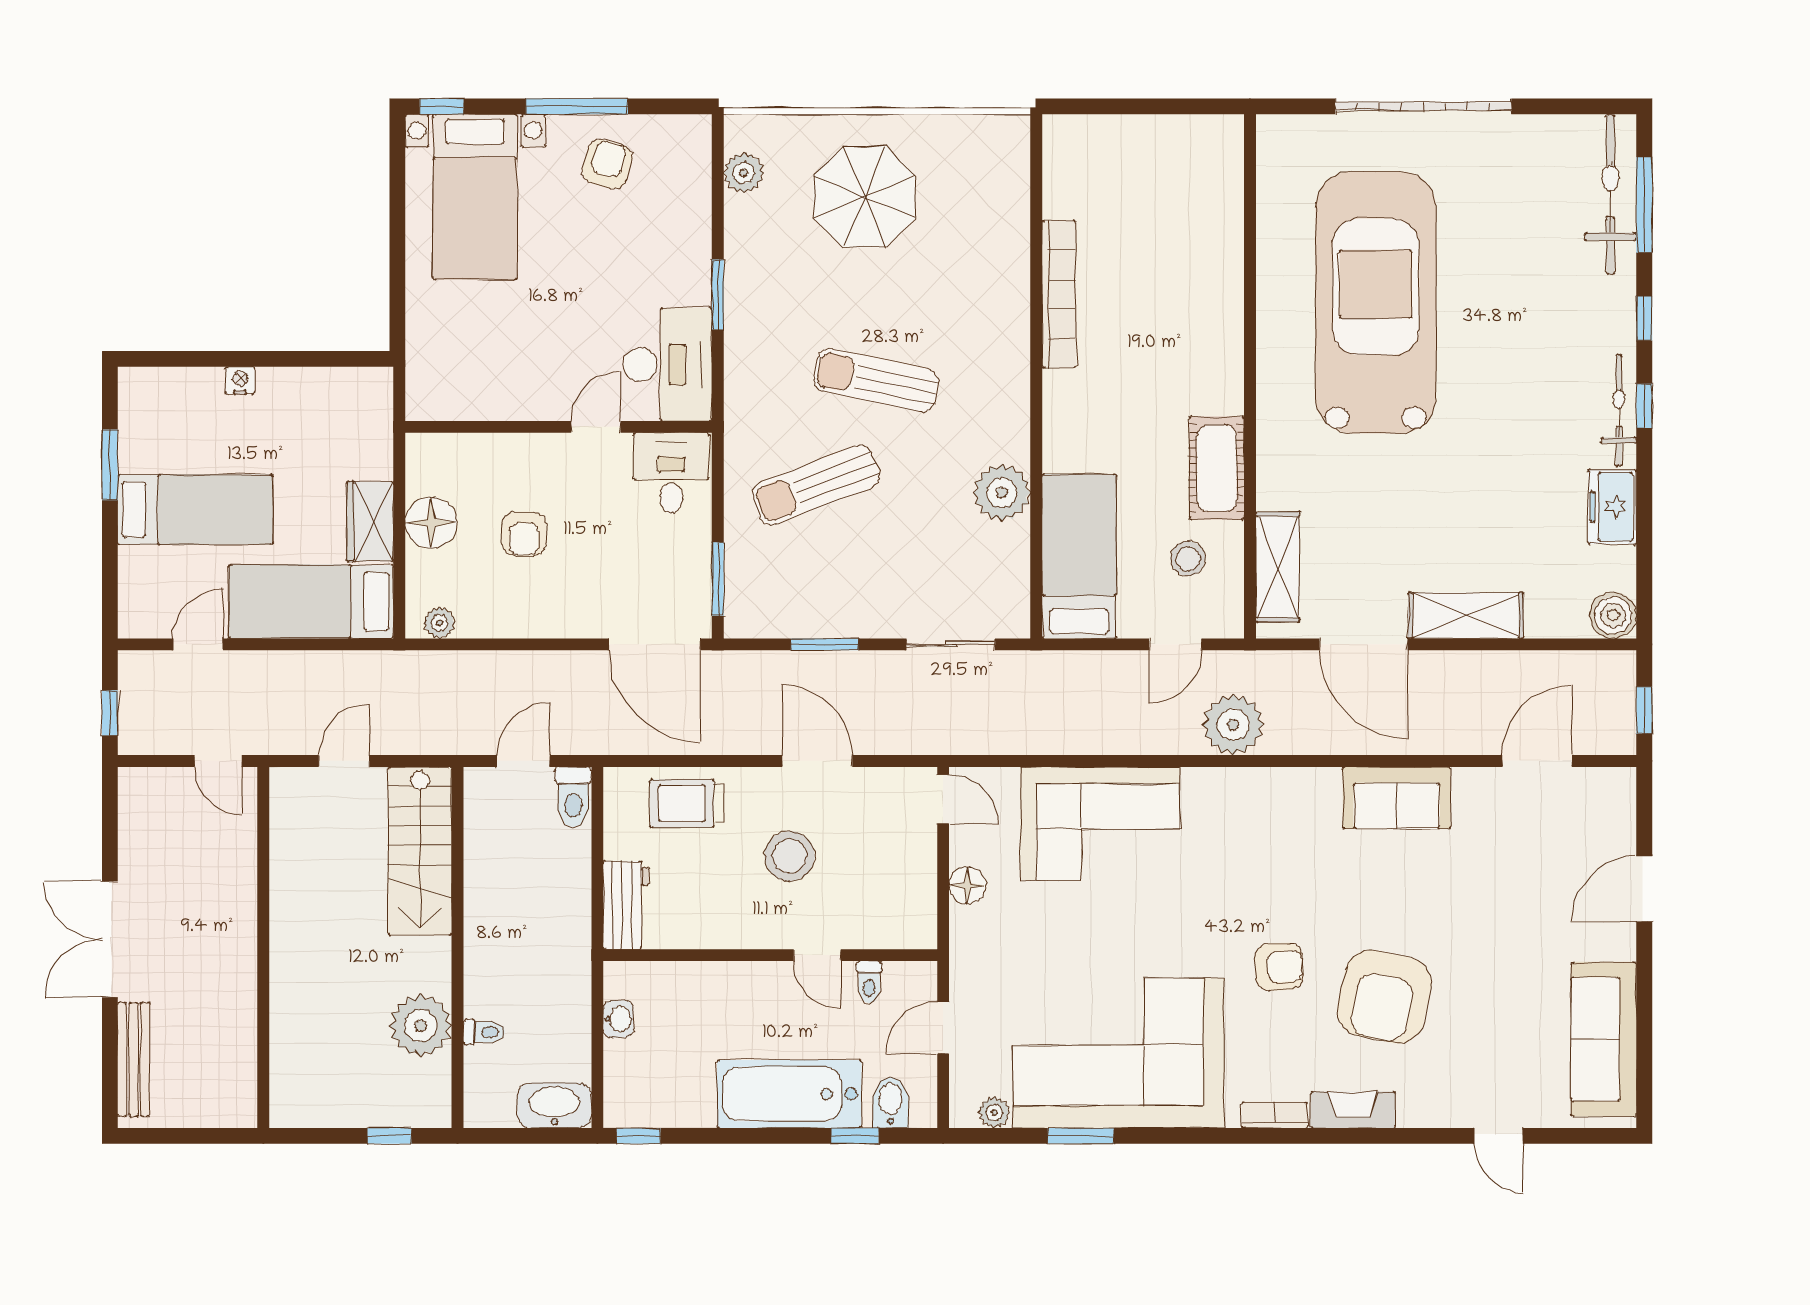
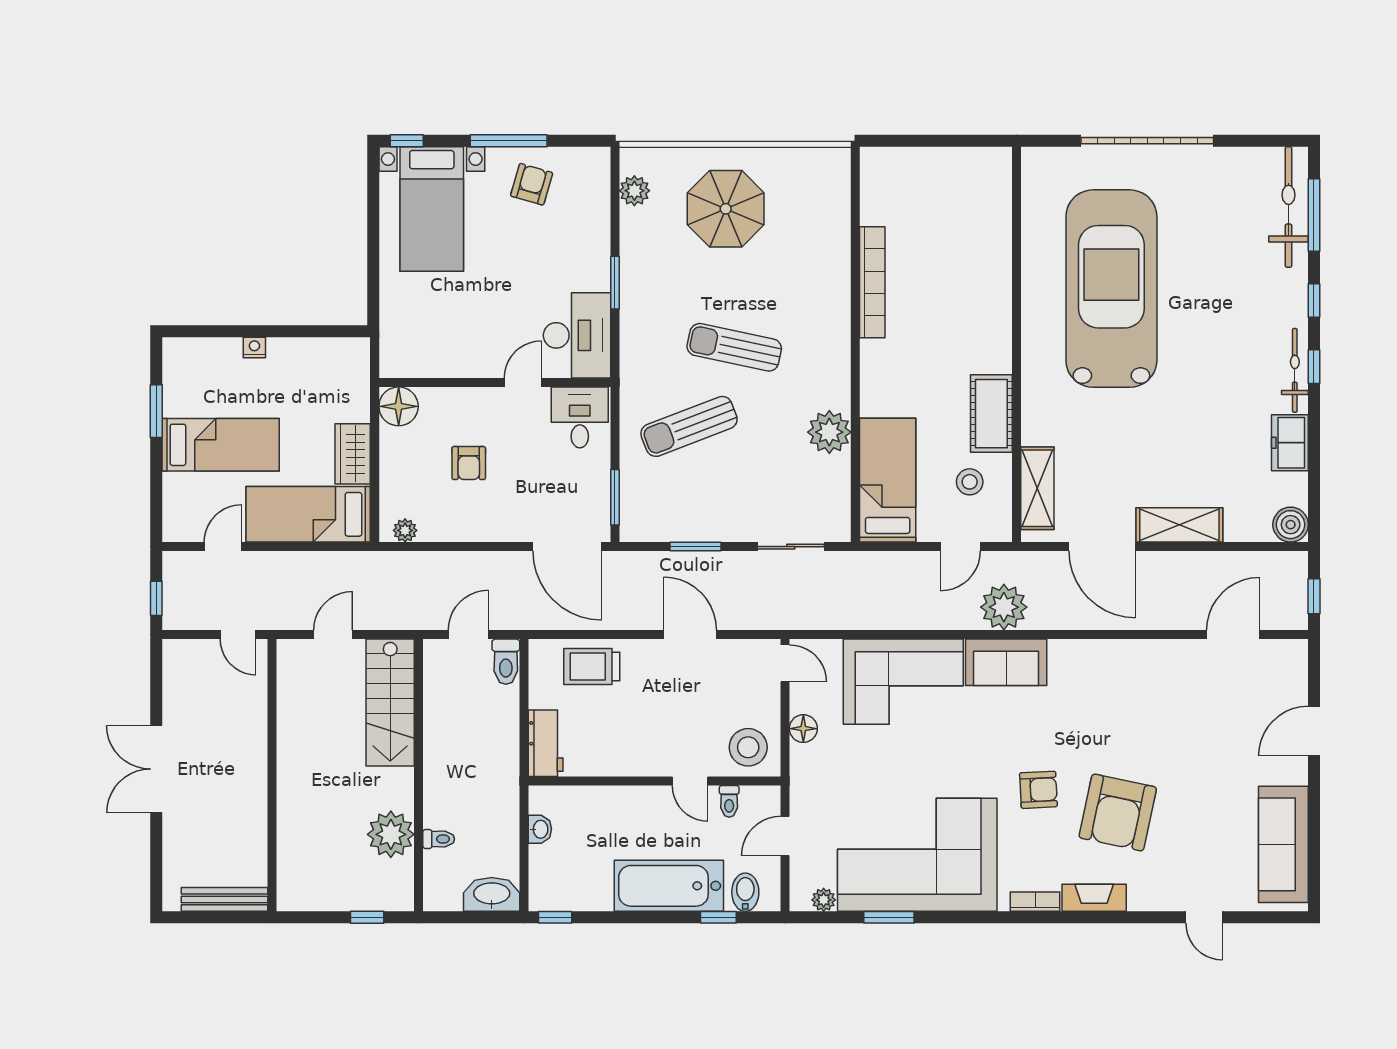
floor lamp: (431, 523) -> (399, 406), moved
sofa: (1397, 798) -> (1006, 662), moved
stool: (790, 856) -> (748, 747), moved
bench: (134, 1059) -> (225, 899), moved, turned 90

